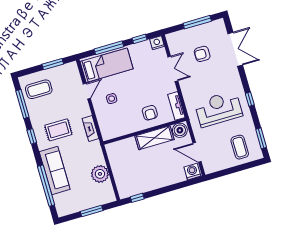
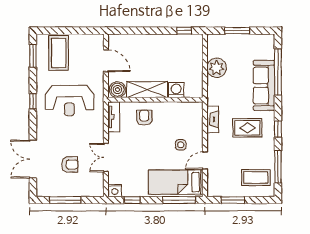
window: (109, 48) -> (179, 200), moved
coffee table: (240, 147) -> (59, 53), width x1.36, depth x1.32
washing machine: (192, 172) -> (176, 90), moved, turned 180

